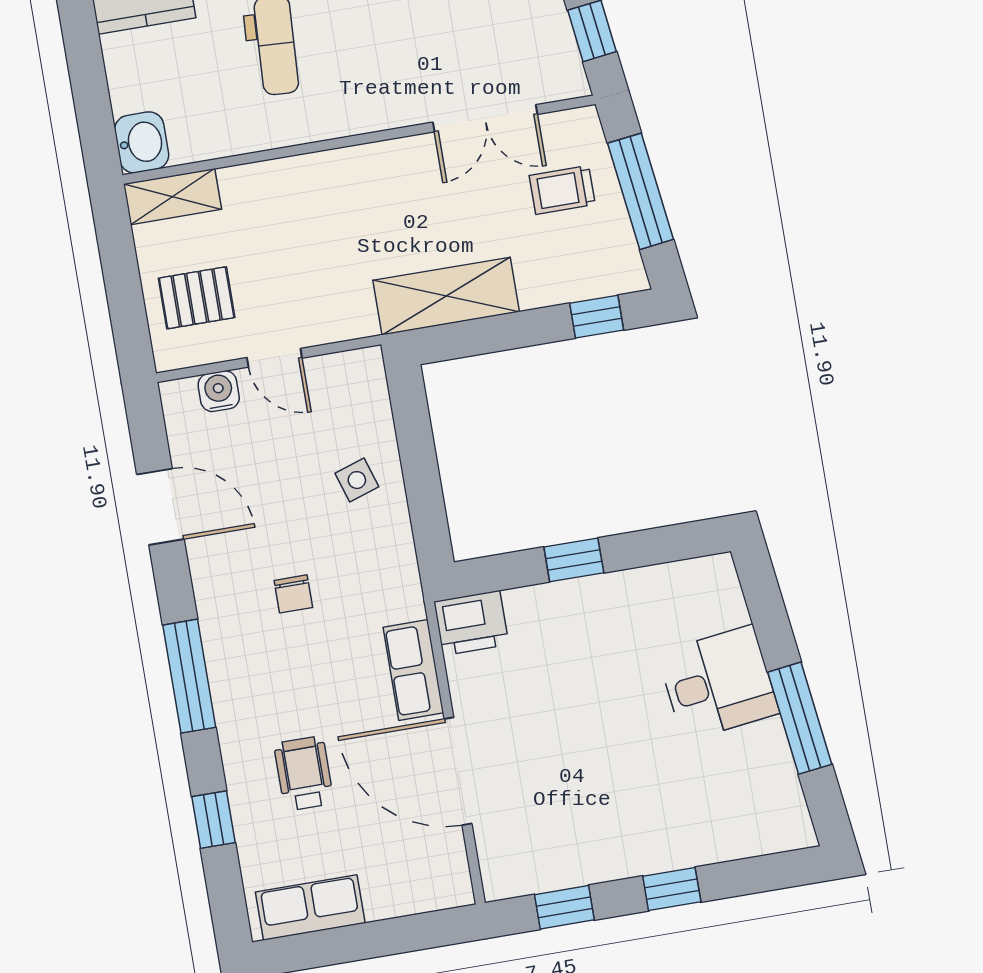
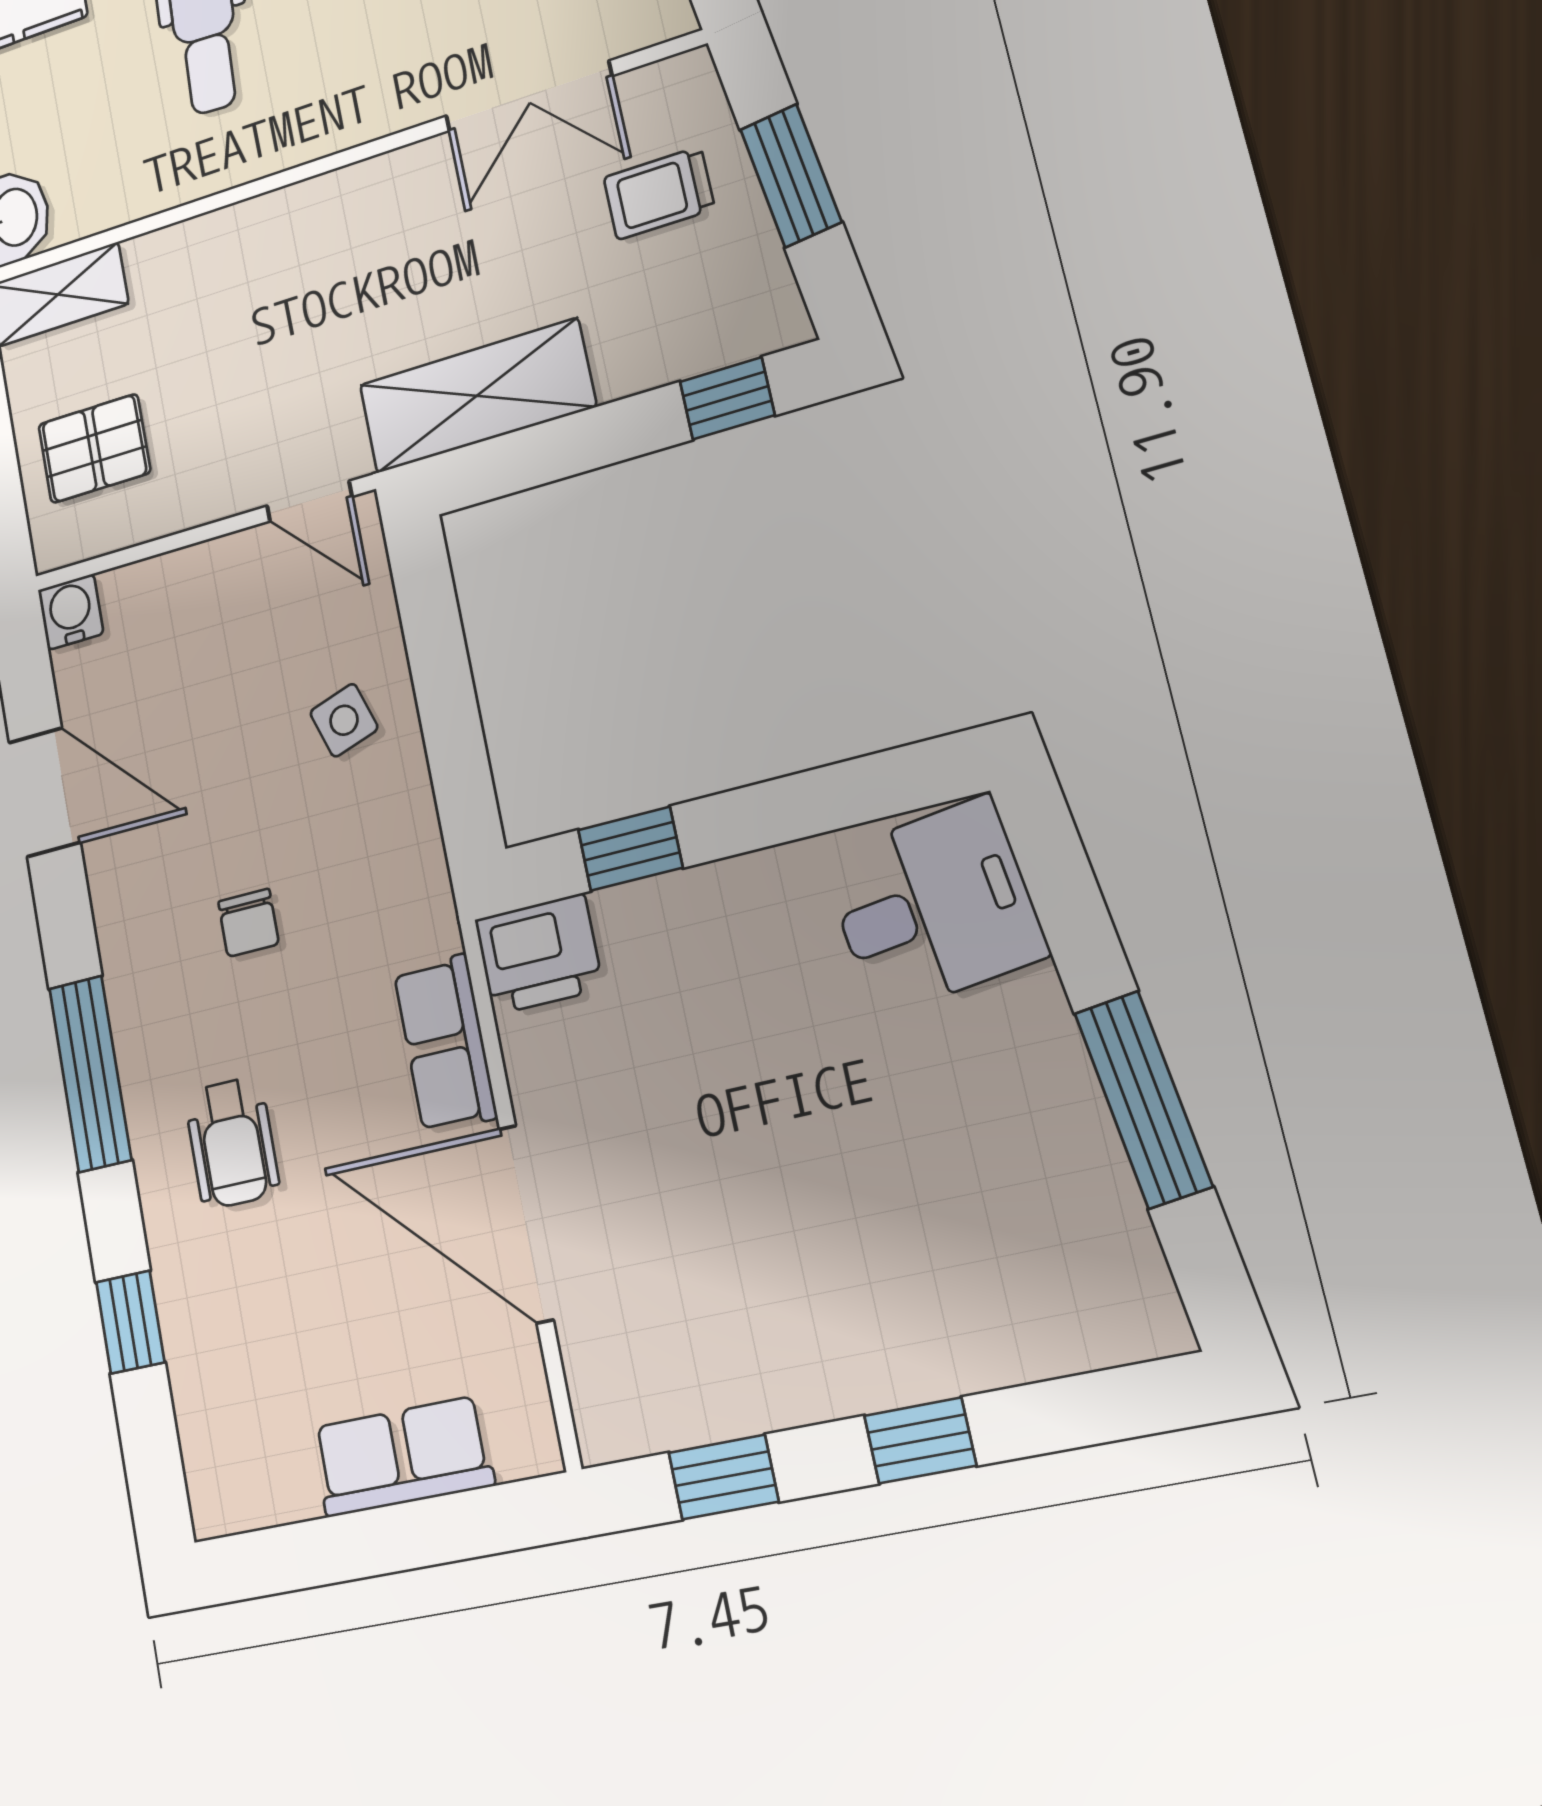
window: (640, 191) -> (791, 176), width x0.69
door: (274, 358) -> (309, 501), moved
water cooler: (219, 391) -> (71, 612), moved
window: (574, 560) -> (630, 849), moved
desk: (718, 683) -> (933, 906), moved
wheelchair: (304, 773) -> (232, 1143), moved, turned 180
row of seats: (310, 908) -> (402, 1457), moved

